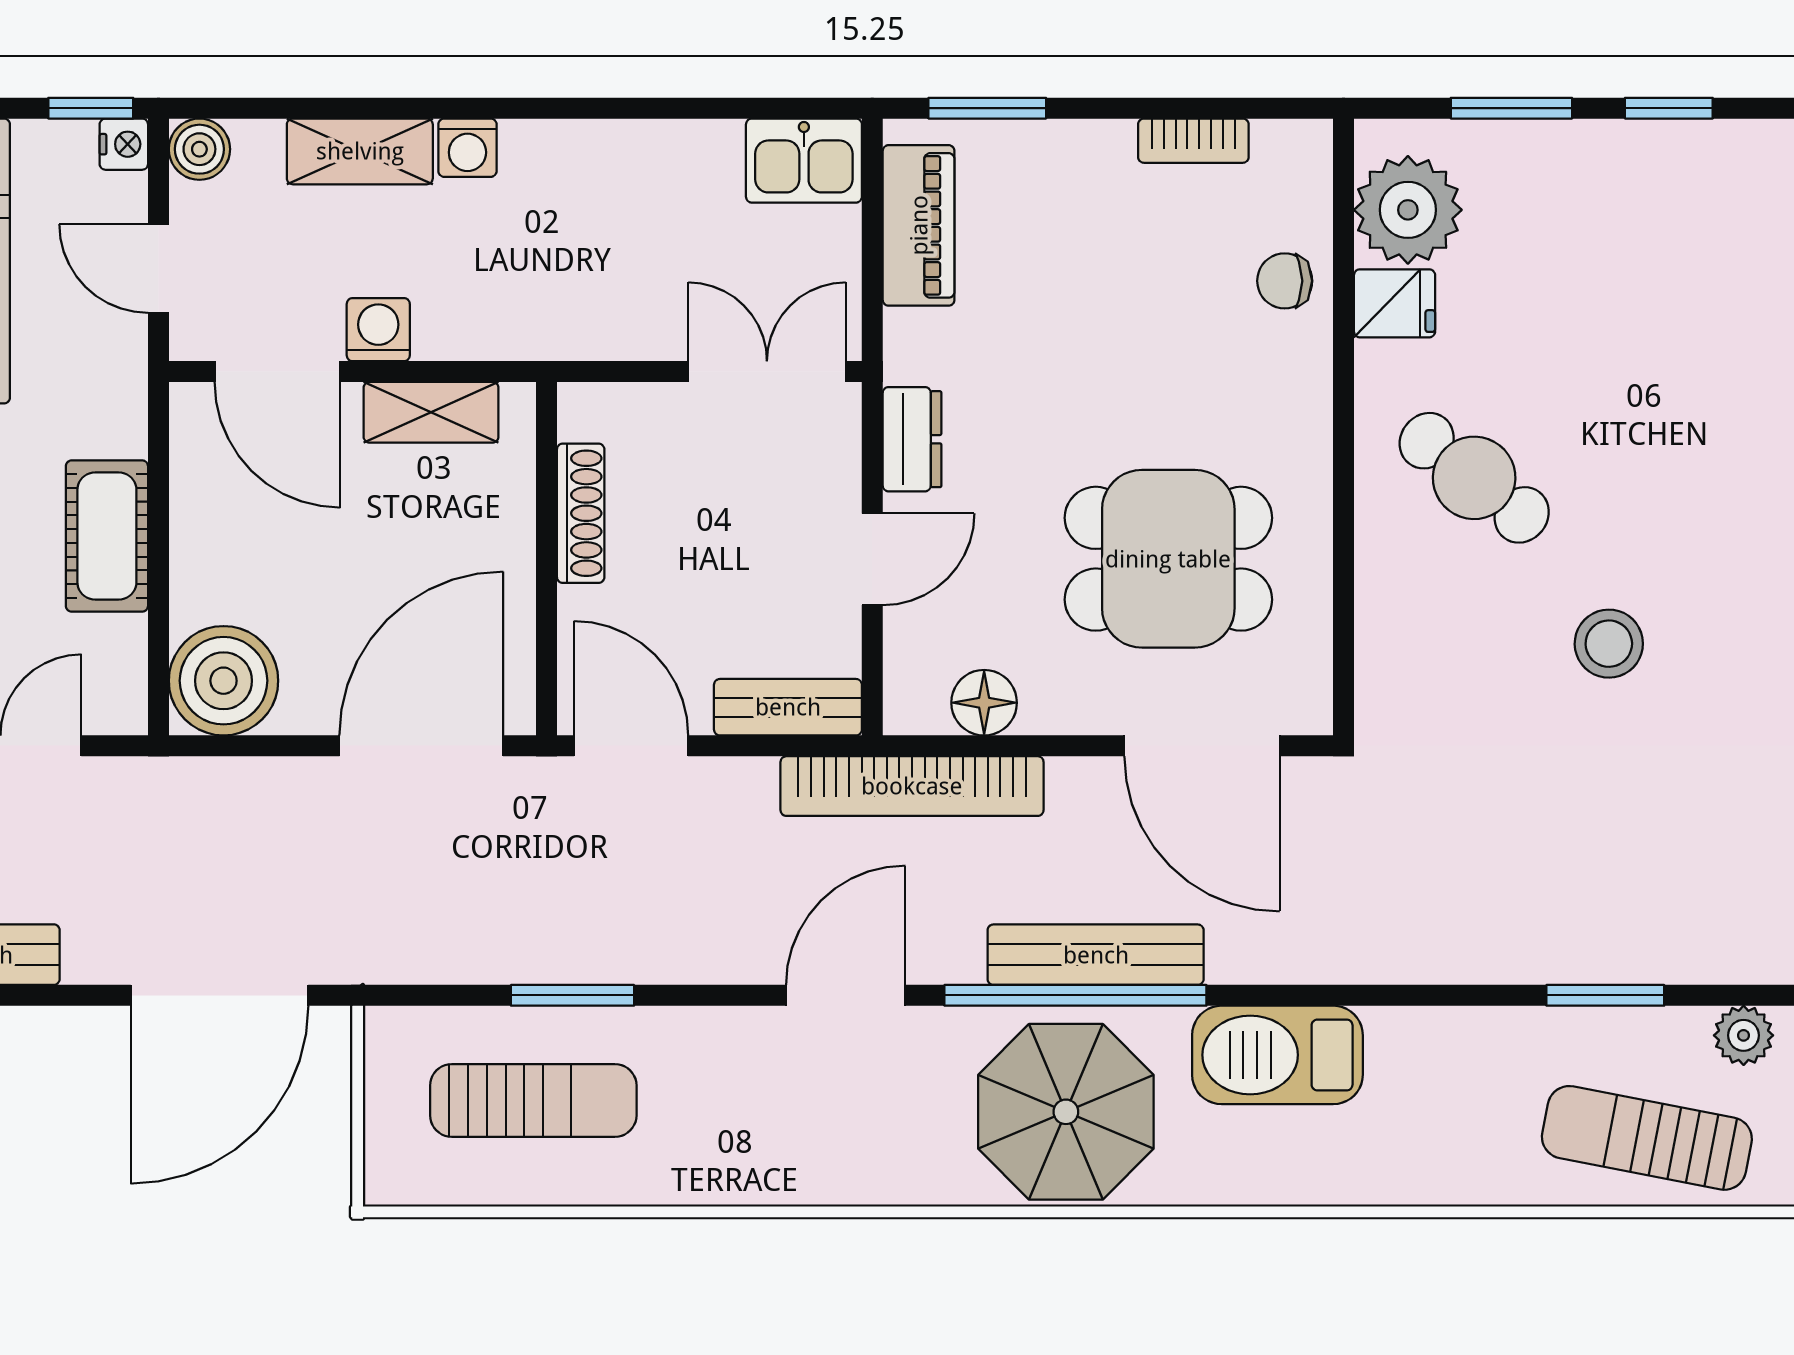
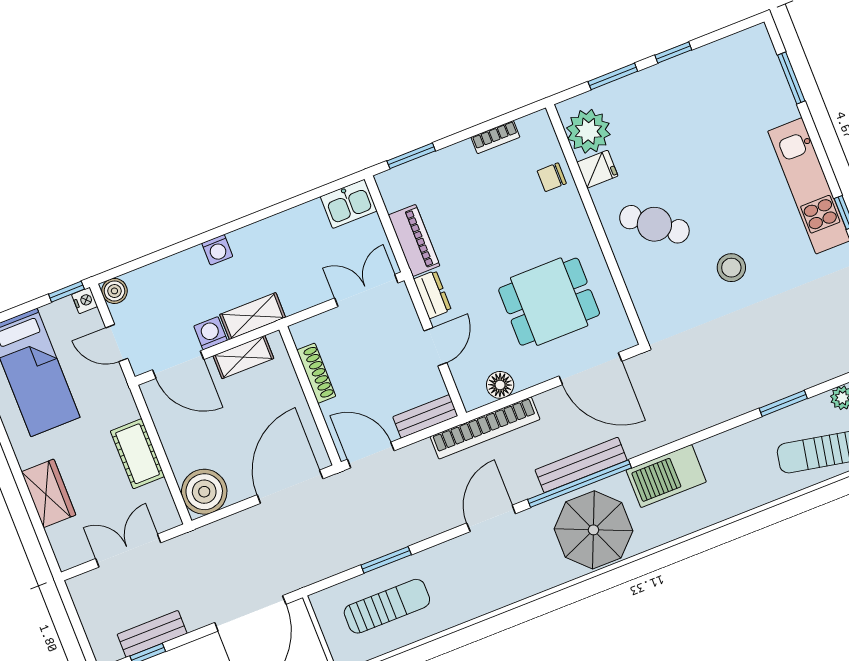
shelving: (360, 151) -> (253, 316), moved
piano: (919, 225) -> (414, 240), moved

